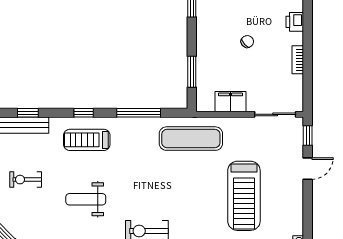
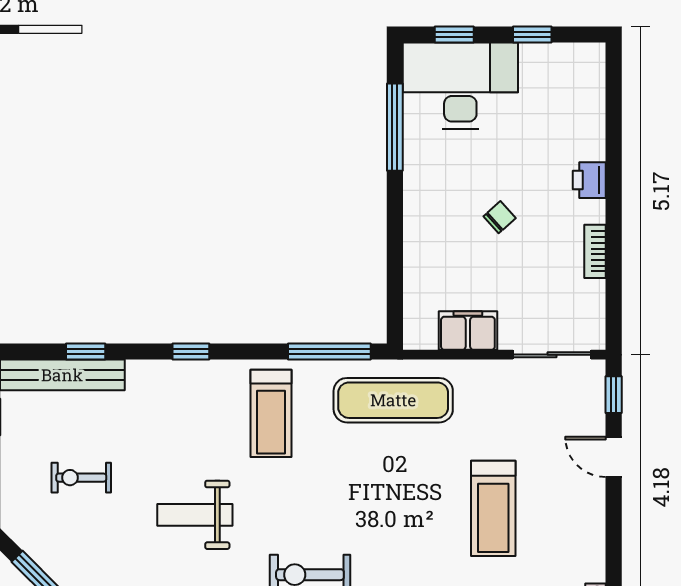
window: (192, 72) -> (395, 274), removed
window: (139, 113) -> (329, 352), moved
treadmill: (87, 140) -> (271, 413), moved, turned -90
door: (308, 169) -> (614, 457), swing flipped
treadmill: (244, 196) -> (493, 508), width x0.73, depth x0.73

